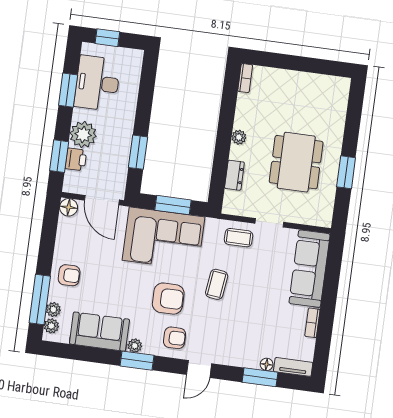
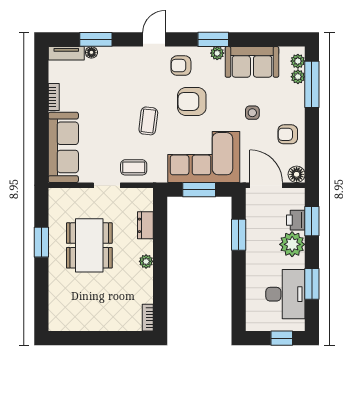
armchair: (69, 275) -> (288, 134), moved
side table: (106, 278) -> (252, 113), added

